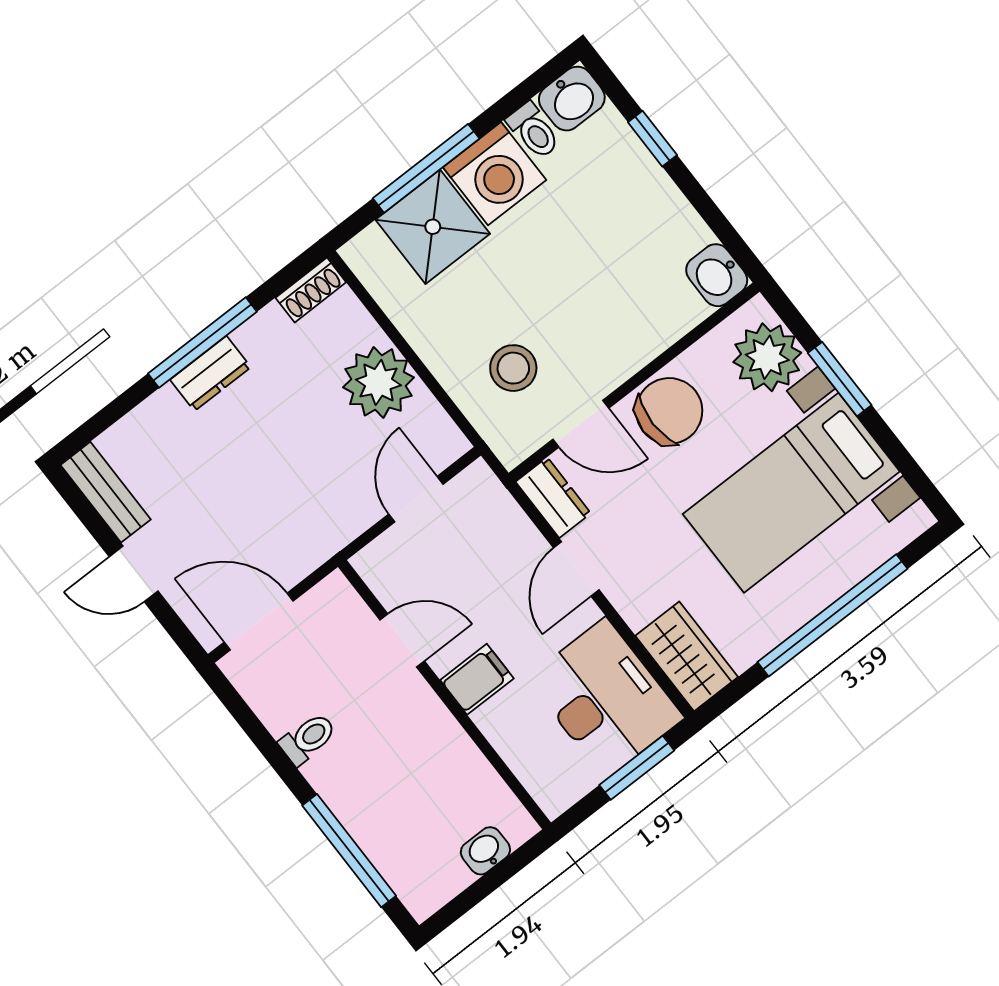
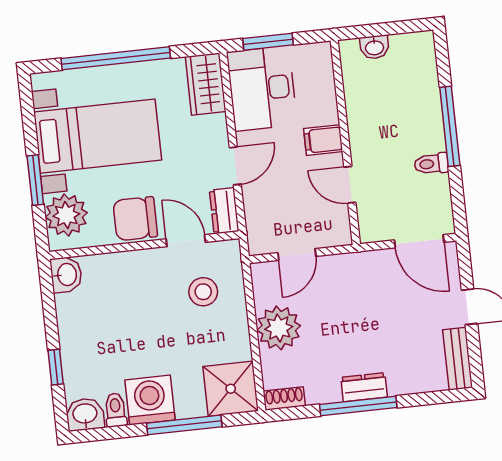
shower: (433, 227) -> (231, 389), moved
window: (349, 851) -> (450, 126), moved

